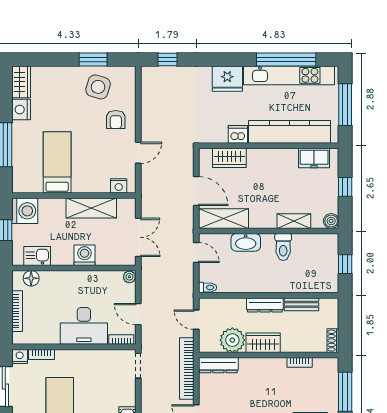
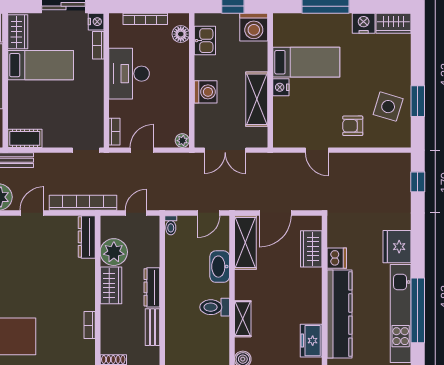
nightstand: (119, 186) -> (281, 87), moved
desk: (84, 326) -> (129, 74), moved

